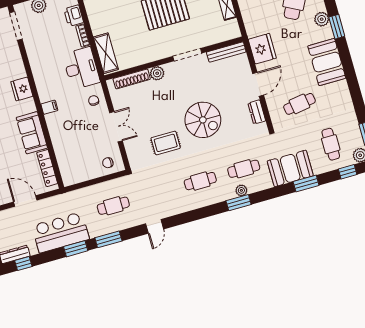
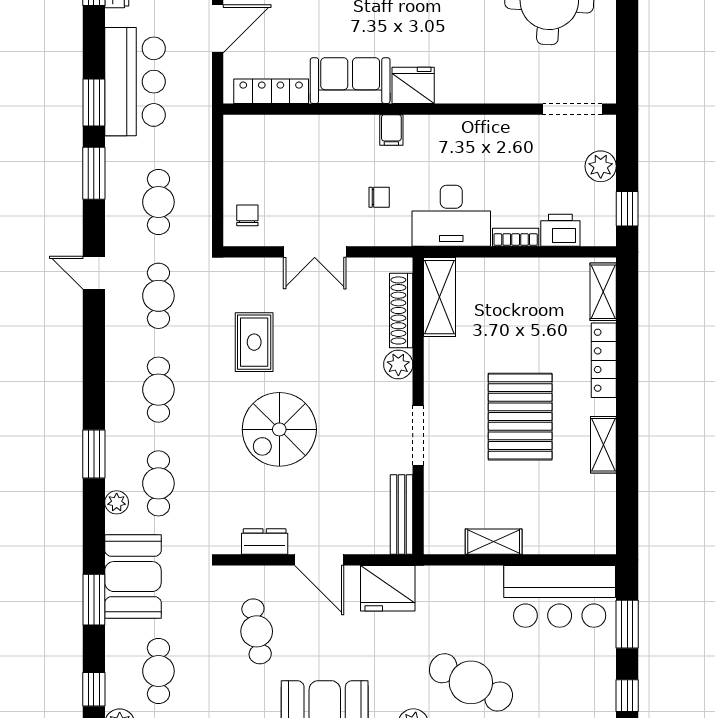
shelving: (106, 53) -> (440, 297), moved, turned 90
fridge: (22, 89) -> (413, 85), moved
chair: (94, 101) -> (379, 197), moved
cafe table: (331, 144) -> (158, 671), turned 90
plant: (241, 190) -> (117, 502), moved
cafe table: (157, 193) -> (158, 296), added

